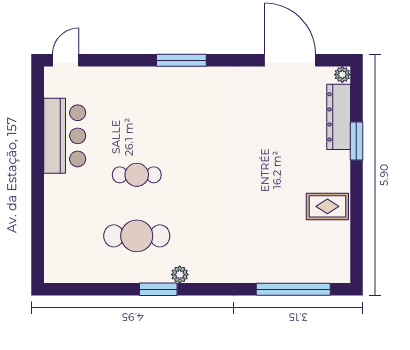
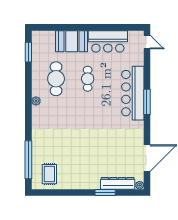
bar counter: (164, 88) -> (133, 93), added
booth: (64, 206) -> (72, 41), added
rug: (327, 206) -> (49, 174), moved
window: (158, 289) -> (28, 52), moved

